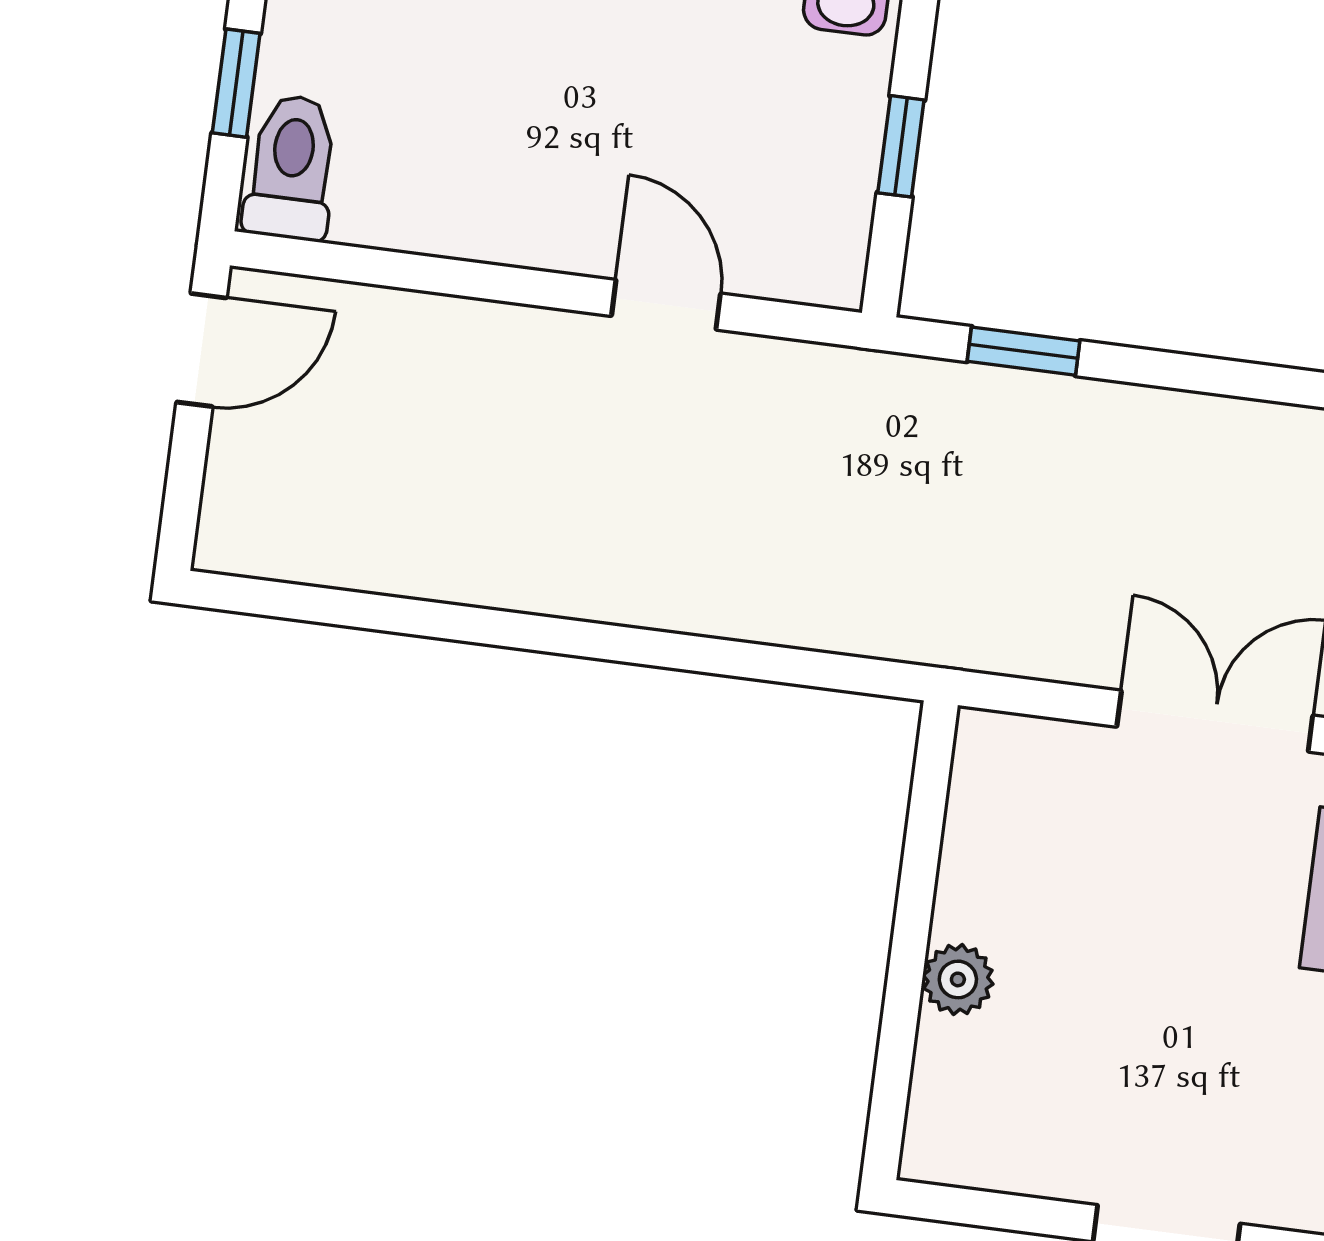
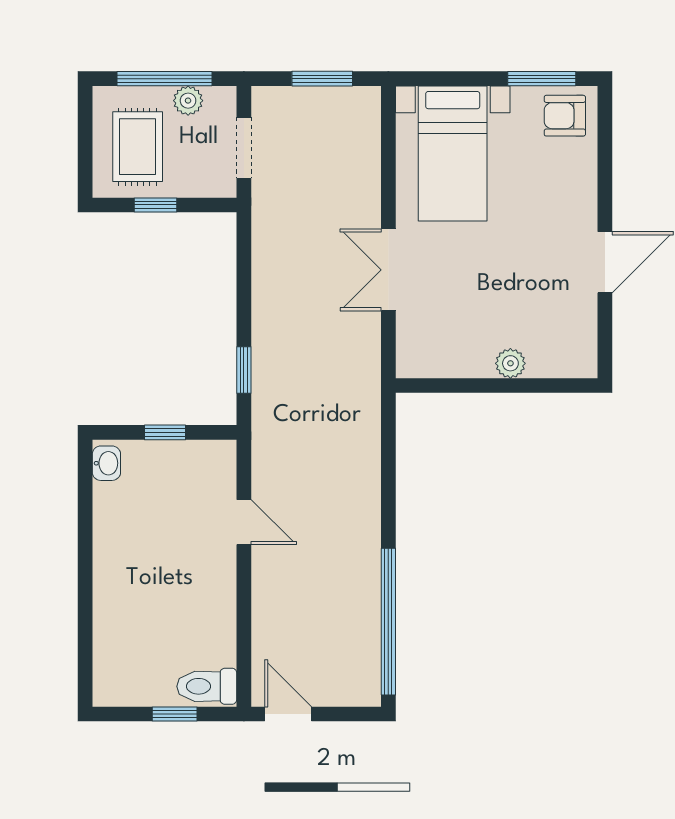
door: (666, 305) -> (244, 522), swing flipped
window: (388, 614) -> (388, 622), added

